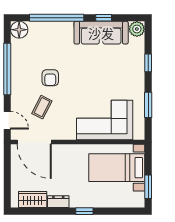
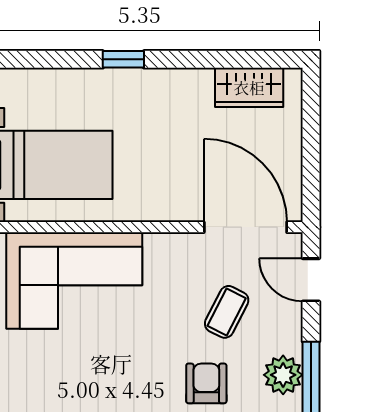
plant: (19, 81) -> (283, 375), added
dresser: (58, 202) -> (187, 82), removed

